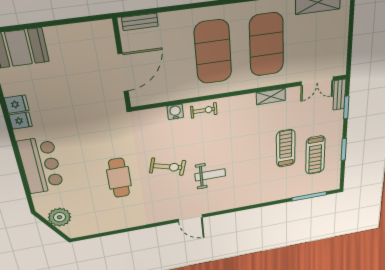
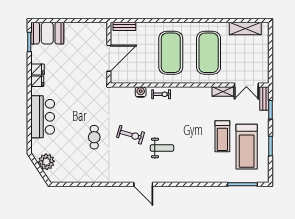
shelving: (271, 97) -> (223, 92), moved
treadmill: (286, 148) -> (222, 136), turned 180
treadmill: (315, 155) -> (247, 147), width x1.37, depth x1.38
cafe table: (119, 178) -> (94, 137), width x0.73, depth x0.74

